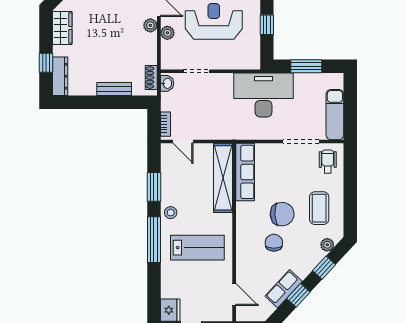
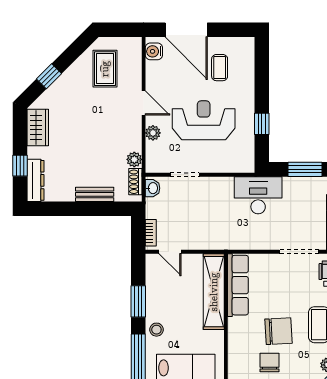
plant: (150, 25) -> (134, 159), moved
desk: (264, 95) -> (258, 195), width x0.73, depth x0.77

